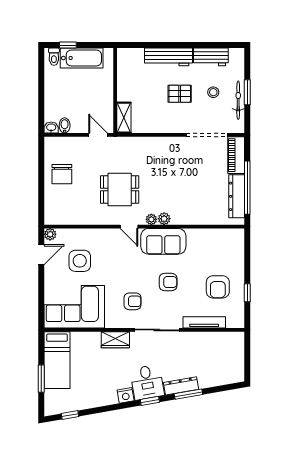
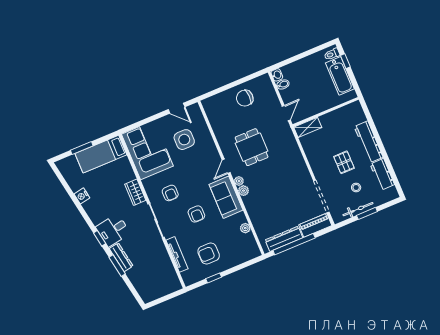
plant: (50, 234) -> (245, 228), moved
nightstand: (126, 395) -> (82, 196), moved
window: (70, 415) -> (63, 182), removed

